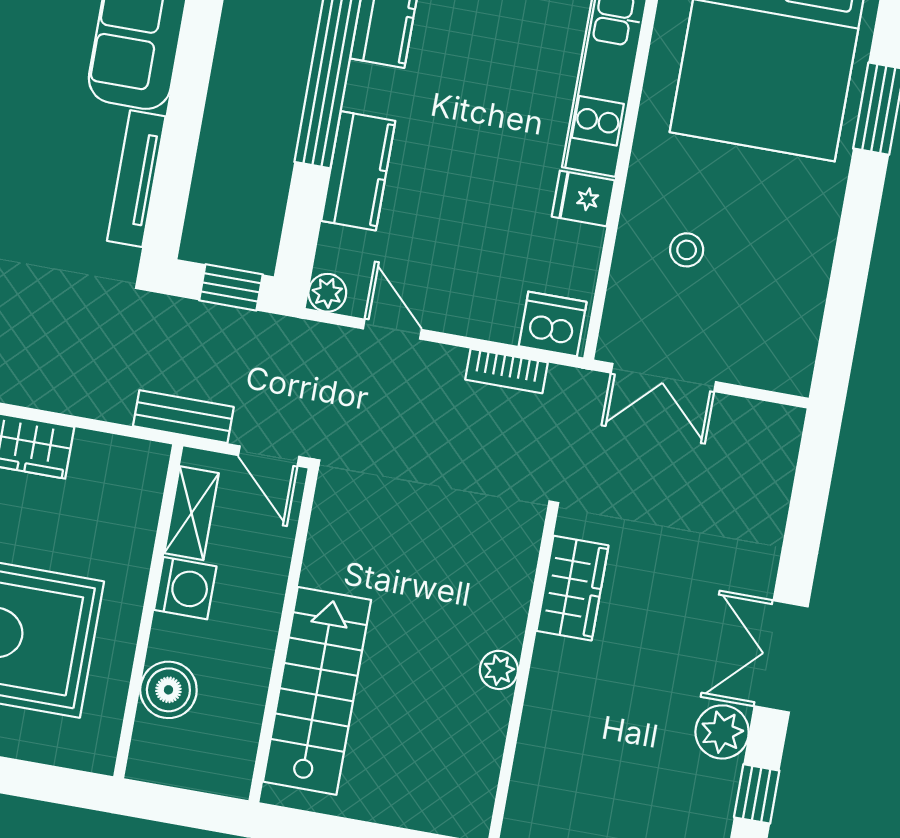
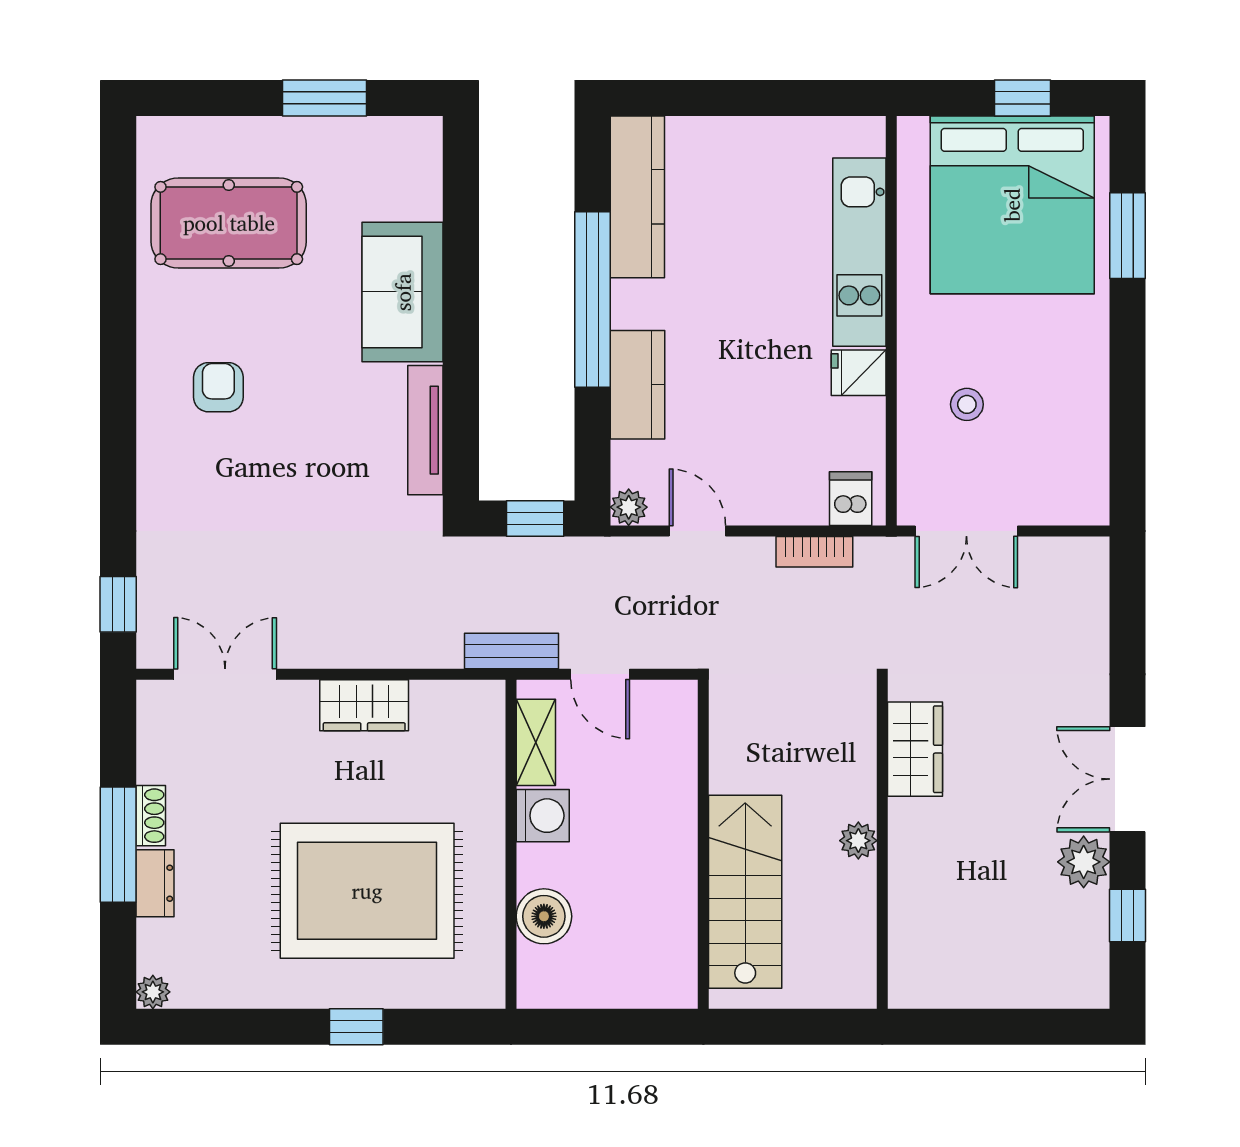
dishwasher: (553, 324) -> (851, 499), width x0.73
wall: (283, 635) -> (703, 844), moved
stairs: (317, 691) -> (745, 892), moved

